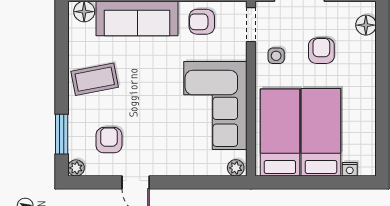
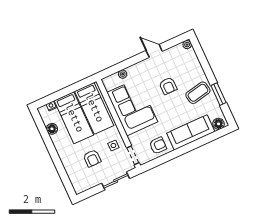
floor lamp: (366, 25) -> (52, 129), moved
window: (62, 134) -> (218, 94), moved
armchair: (109, 140) -> (168, 86), moved
plant: (236, 168) -> (123, 74), moved

